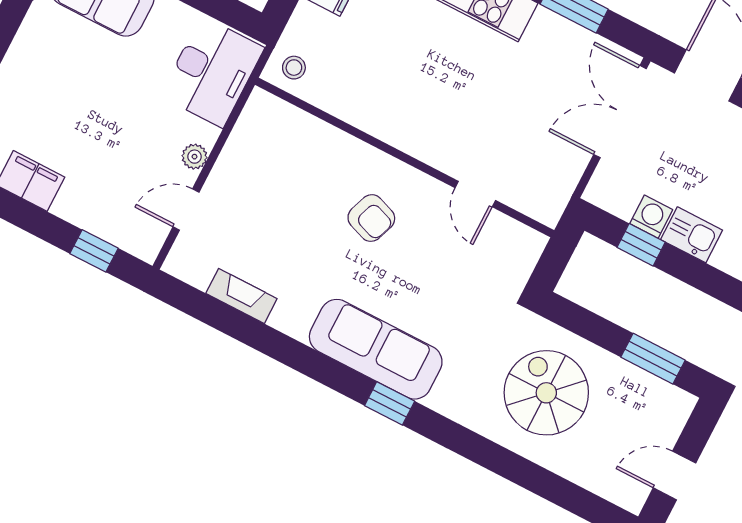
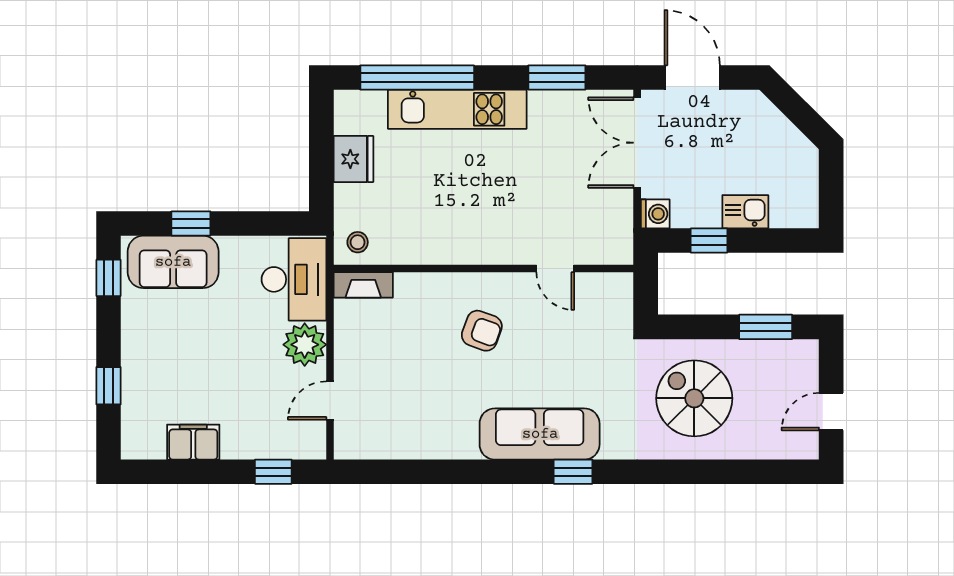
plant: (194, 157) -> (305, 345), width x1.88, depth x1.88
washing machine: (651, 217) -> (655, 214), moved, turned 90
fireplace: (241, 296) -> (363, 285), moved, turned 180

